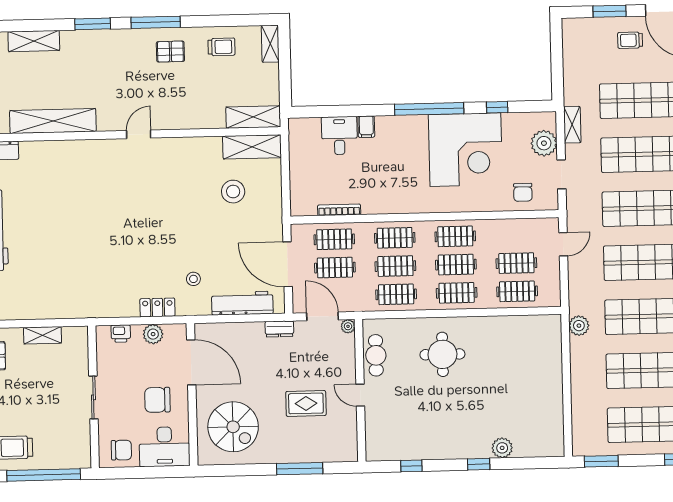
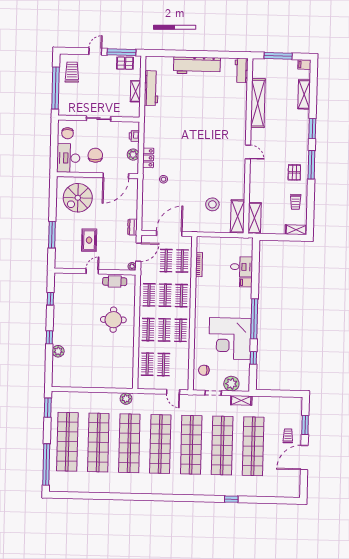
workbench: (242, 303) -> (151, 88), moved

